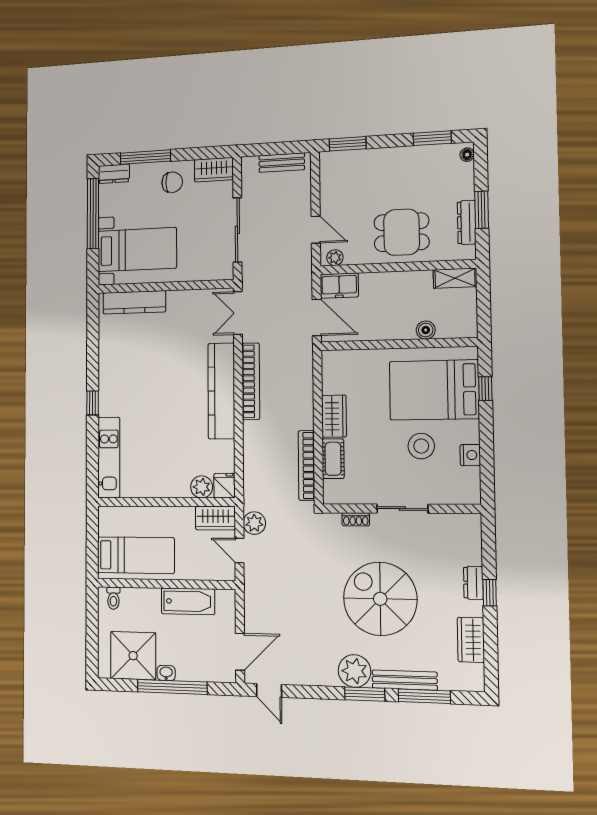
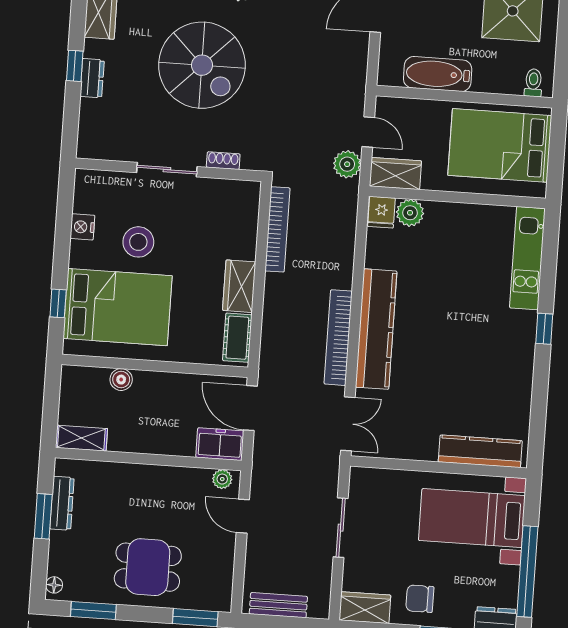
sliding door: (237, 230) -> (341, 528), width x0.73
dining table: (402, 232) -> (148, 567), moved
cot: (333, 459) -> (237, 338), moved
bed: (136, 555) -> (500, 145), width x1.50

